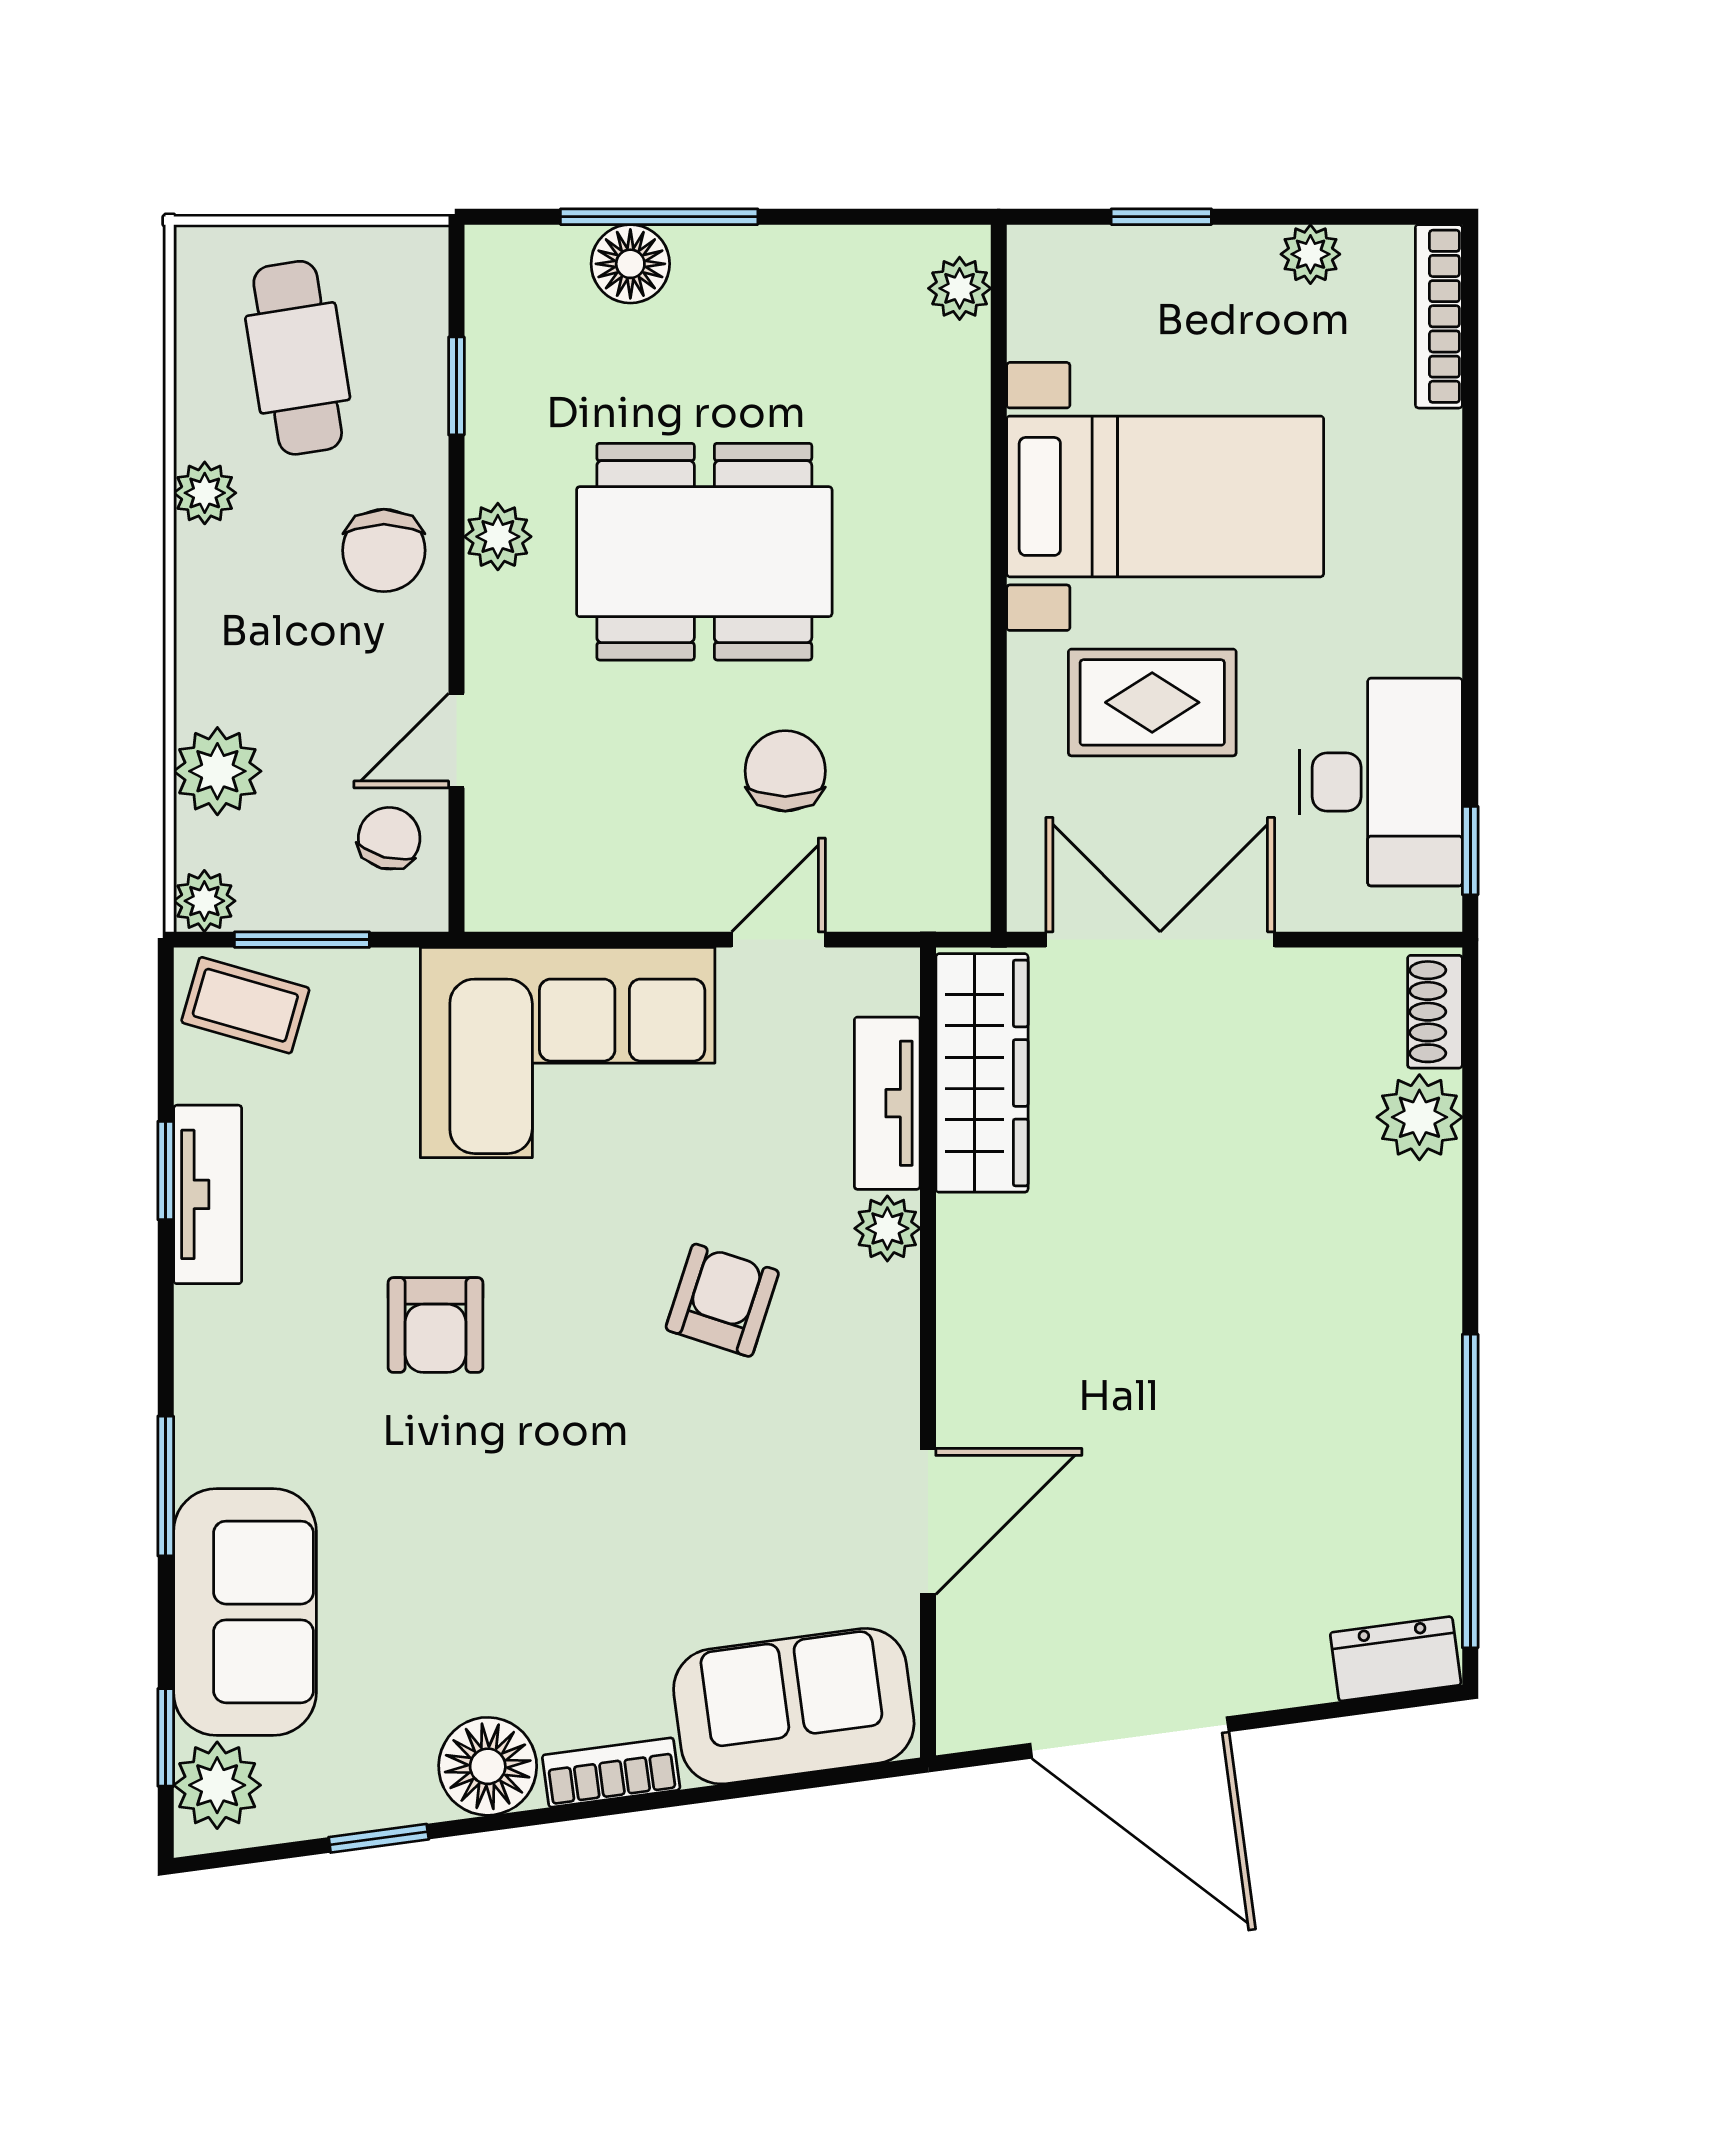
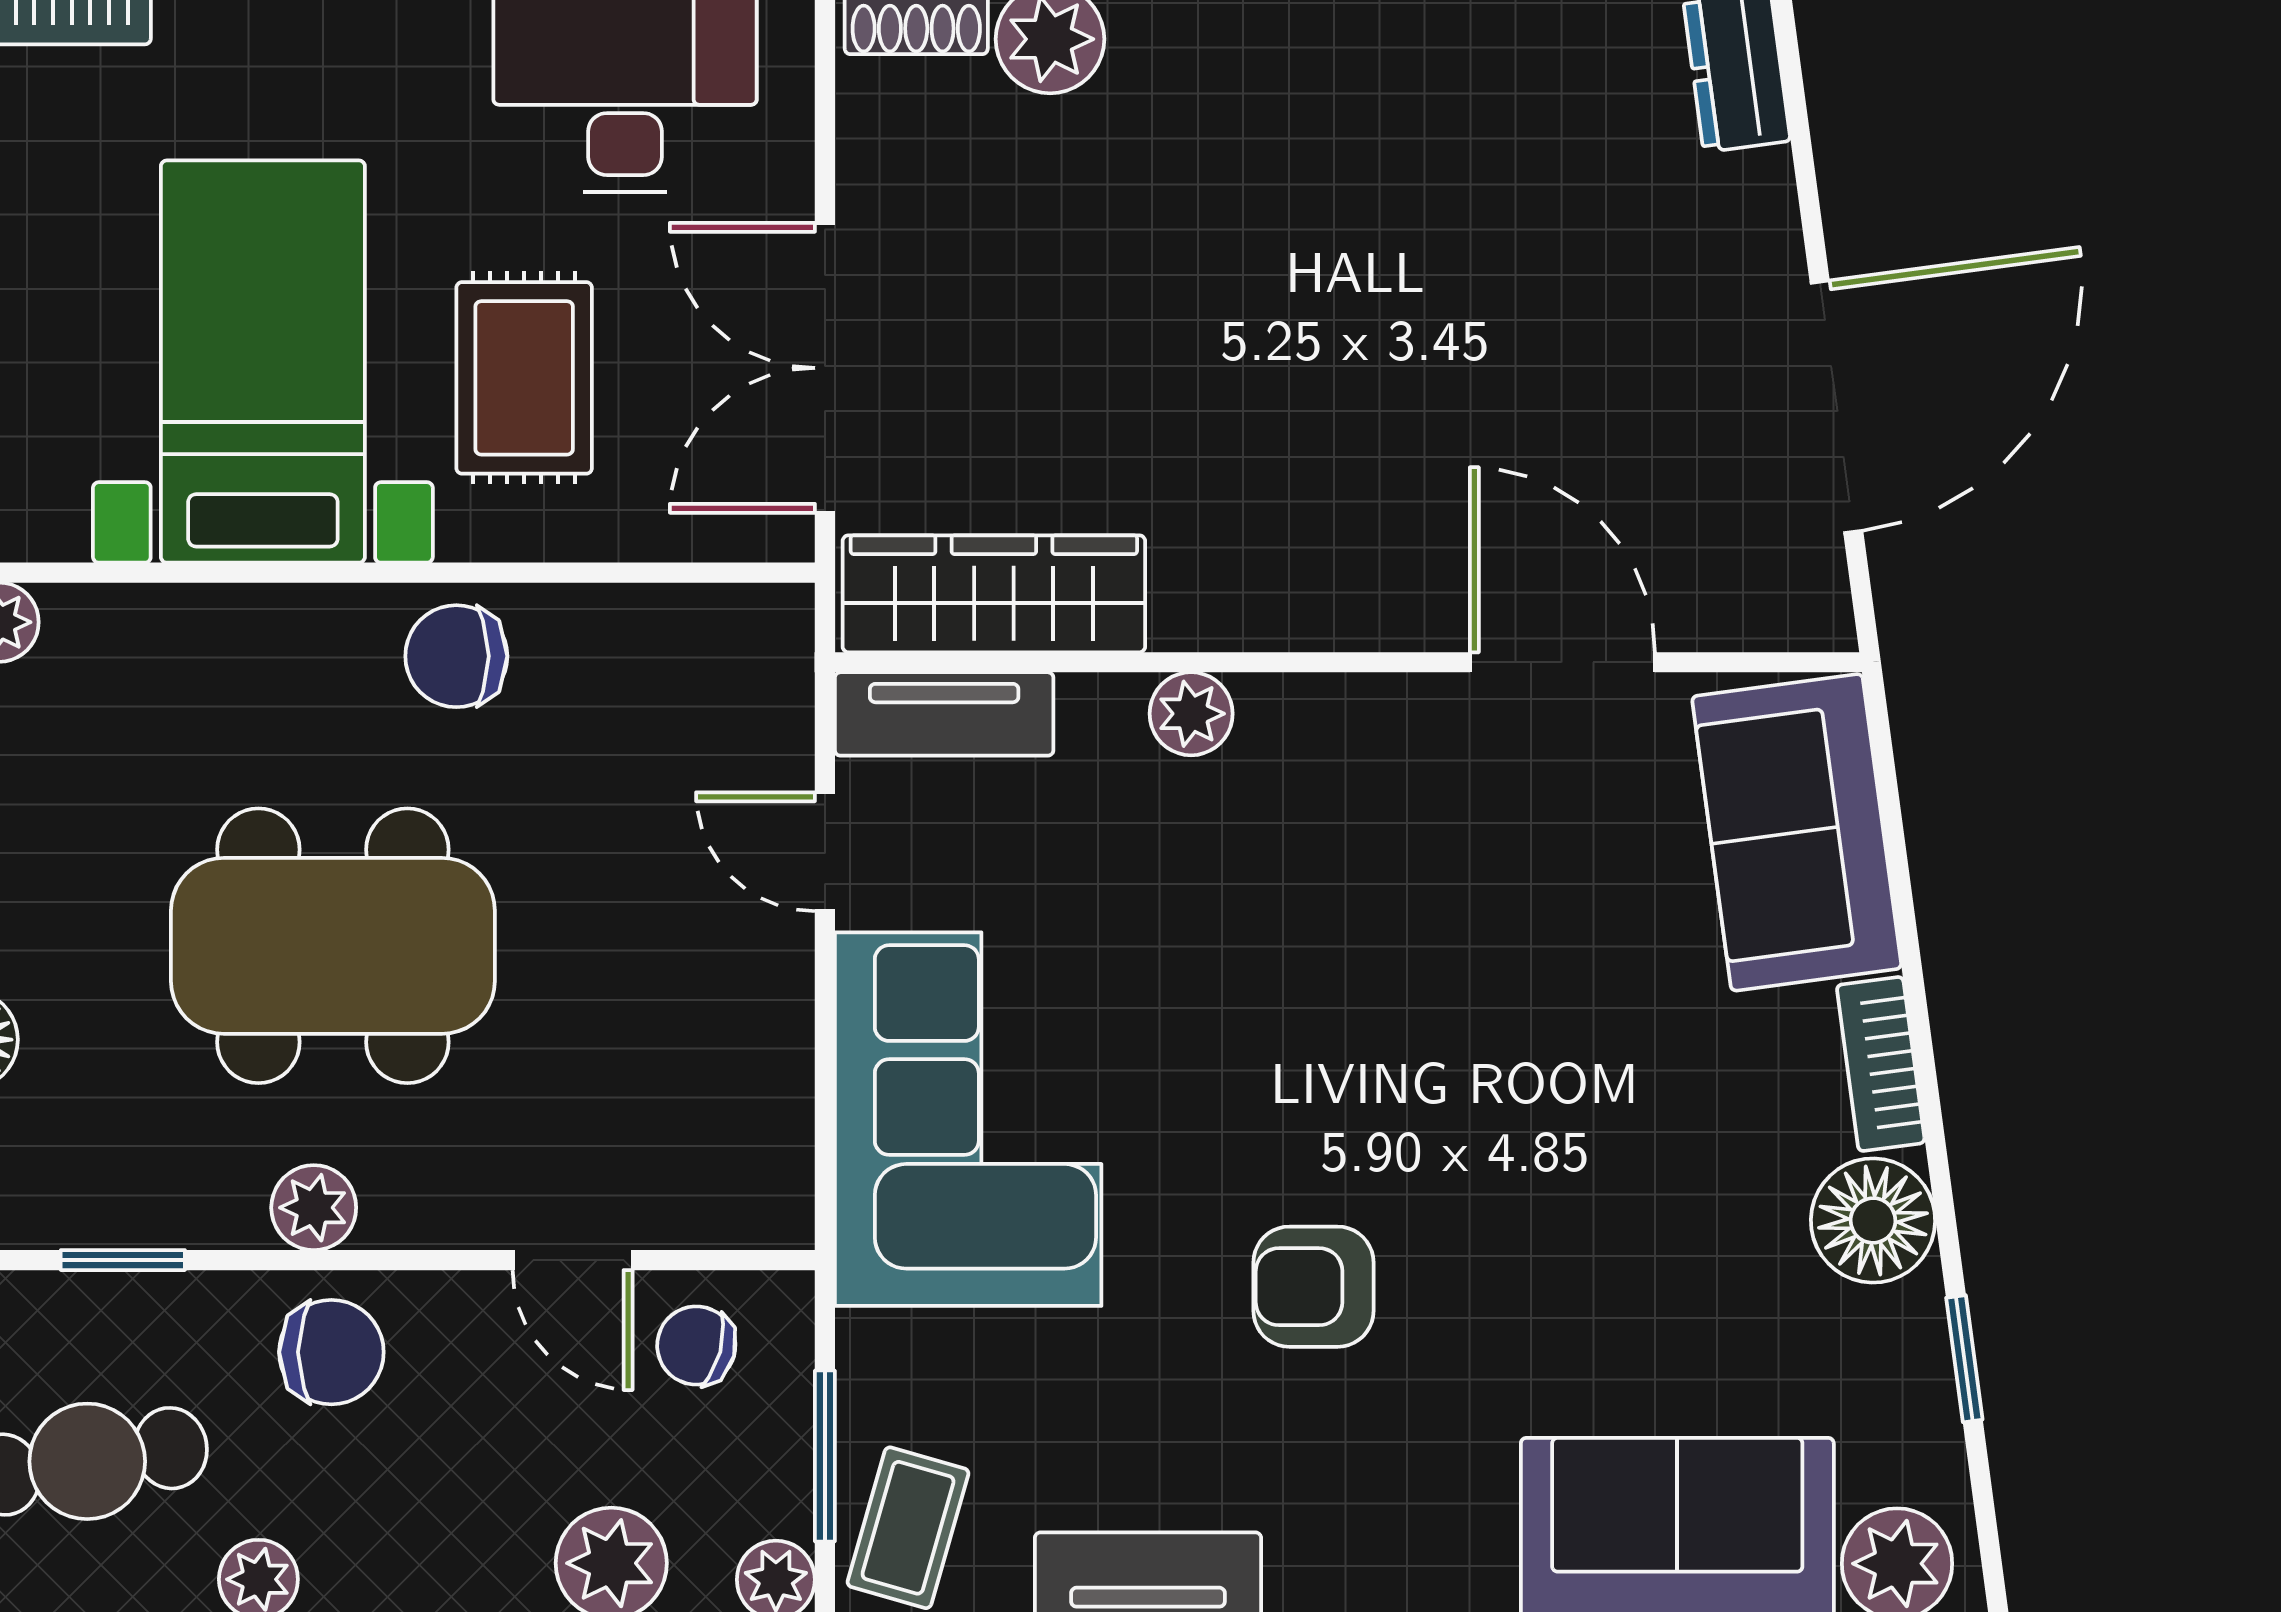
dining table: (704, 552) -> (333, 946), turned 90
chair: (785, 771) -> (456, 656), moved
tv unit: (887, 1103) -> (944, 714), moved
armchair: (722, 1300) -> (1282, 923), removed
armchair: (435, 1325) -> (1313, 1287), turned 180

